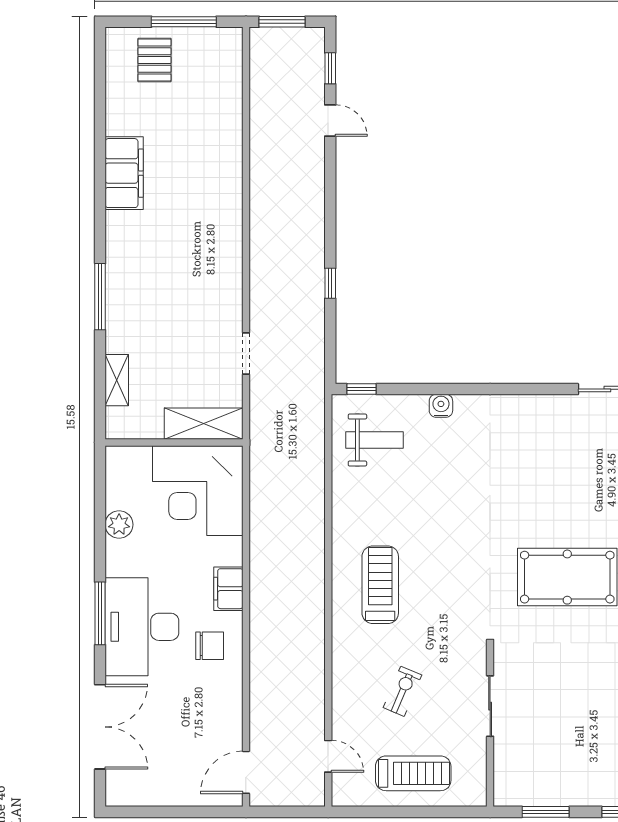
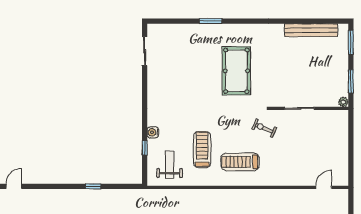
window: (362, 389) -> (145, 148), moved
exercise bike: (402, 691) -> (264, 128), moved
treadmill: (413, 773) -> (202, 150), moved
plant: (503, 797) -> (343, 102), added

